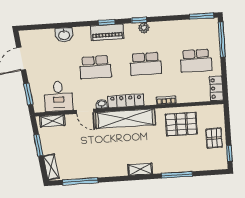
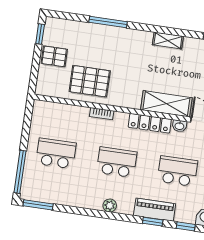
window: (139, 20) -> (186, 226), moved
locker: (216, 88) -> (39, 115), removed
shelving: (125, 119) -> (166, 104), width x0.68
pallet: (214, 138) -> (54, 56), turned 90
shelving: (140, 169) -> (168, 41), moved

